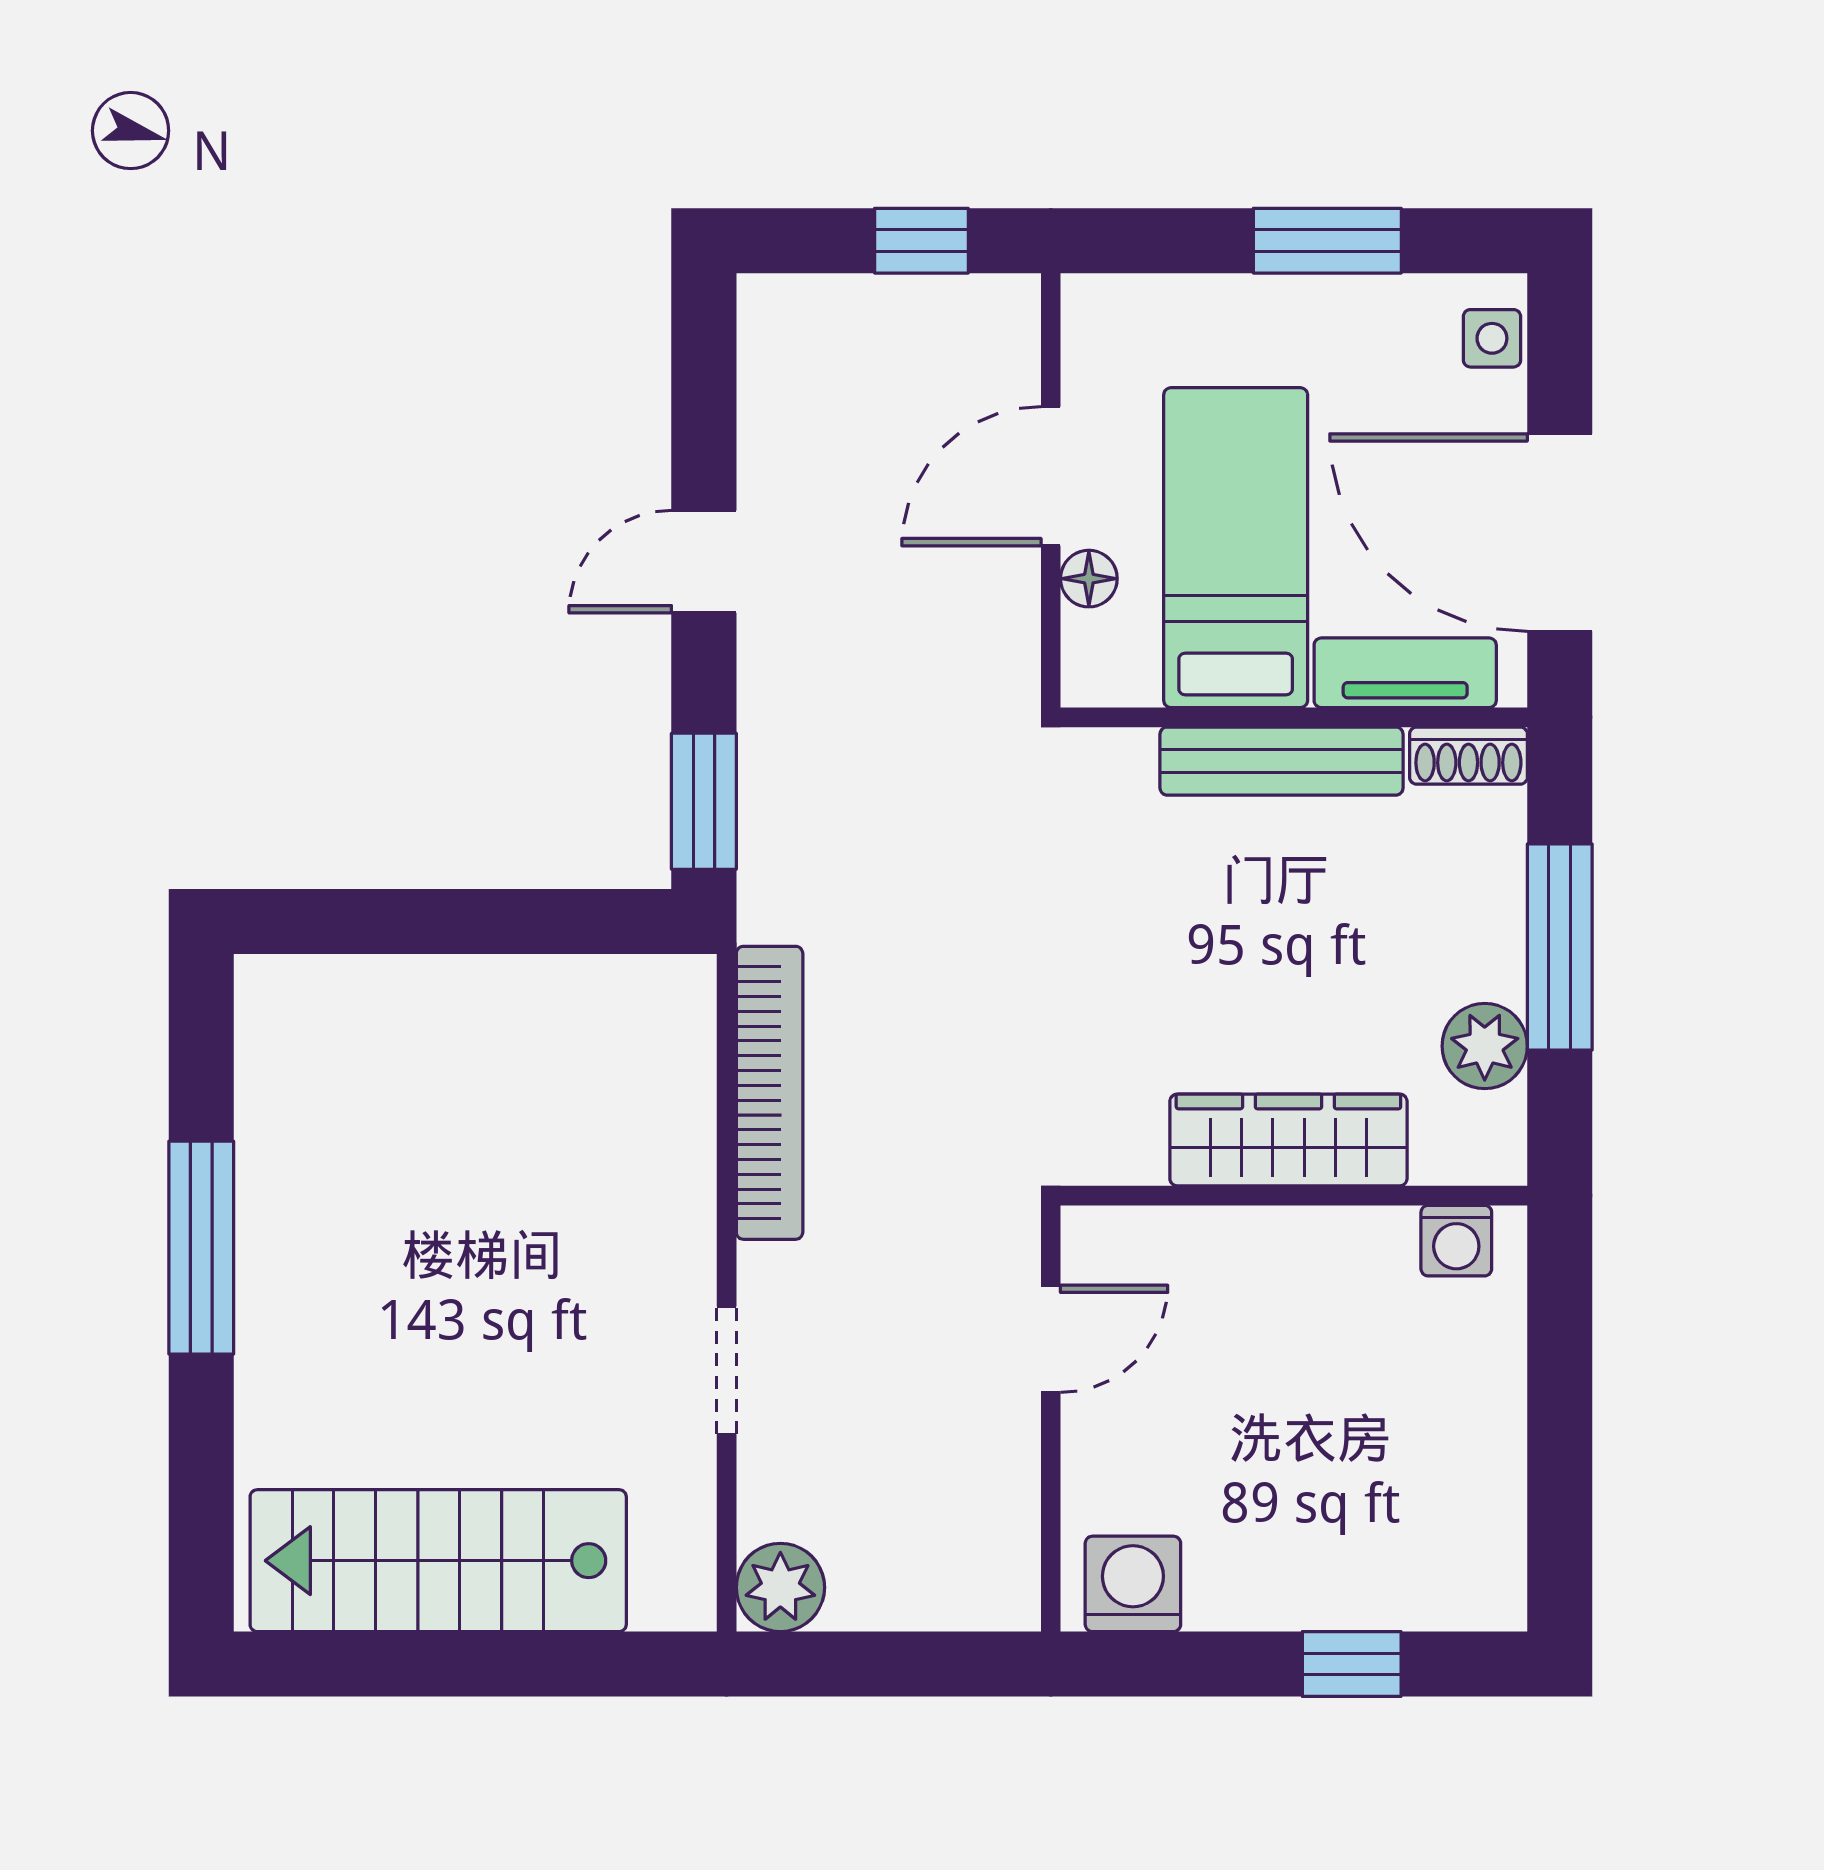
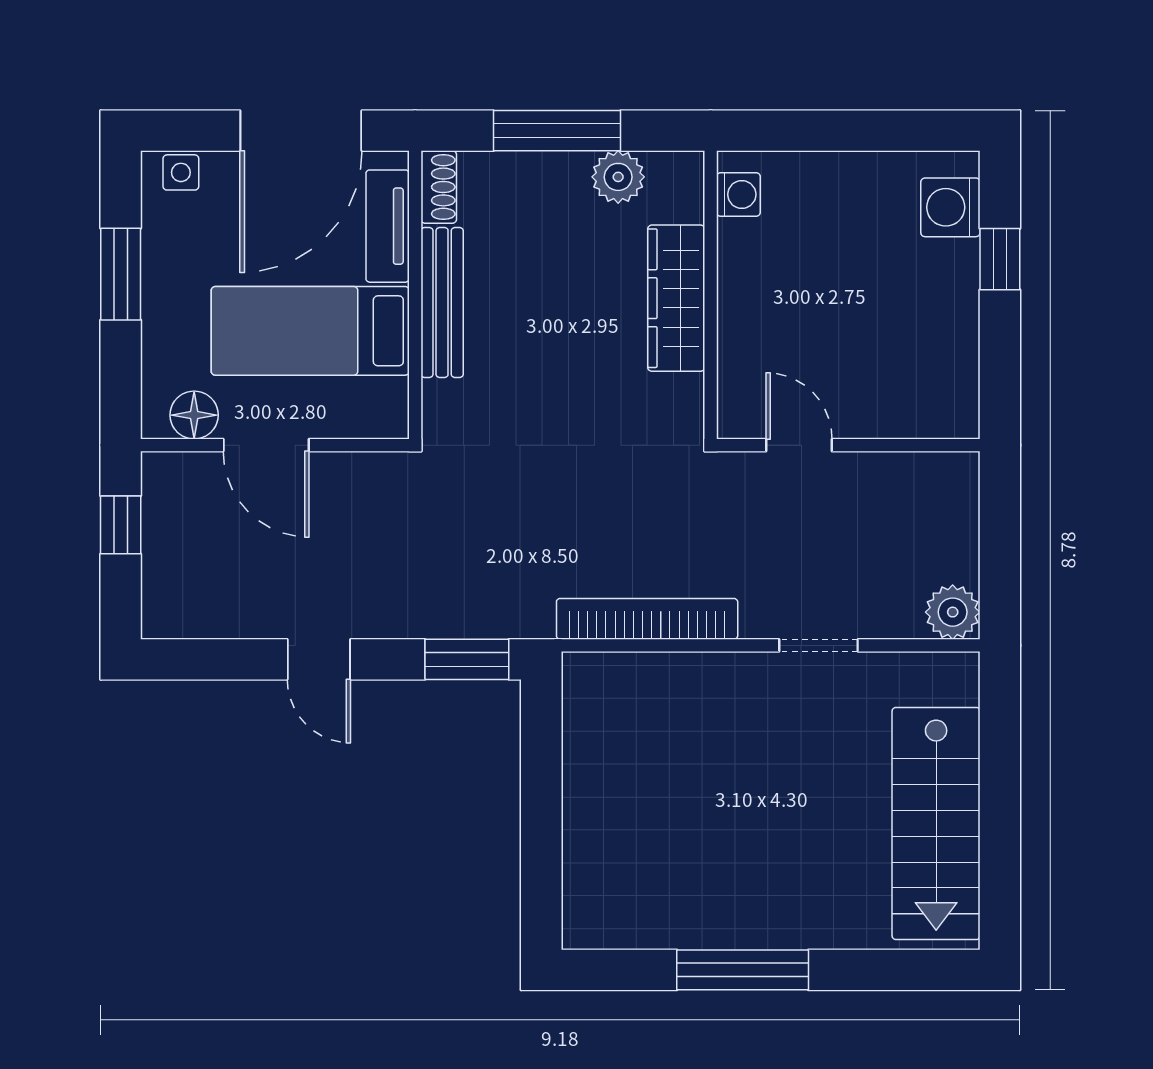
floor lamp: (1089, 579) -> (194, 415), moved, width x1.37, depth x1.37
washing machine: (1133, 1584) -> (950, 207), moved

